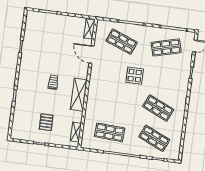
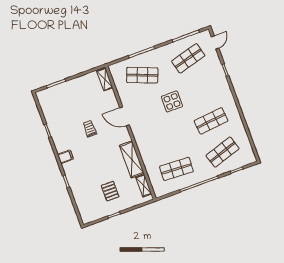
door: (91, 55) -> (125, 116), moved
filing cabinet: (25, 75) -> (66, 157), added
trolley: (53, 82) -> (90, 129), moved
shelving: (79, 95) -> (132, 159), moved
shop shelf: (158, 108) -> (211, 121), turned -30
shop shelf: (154, 138) -> (223, 152), turned -42

